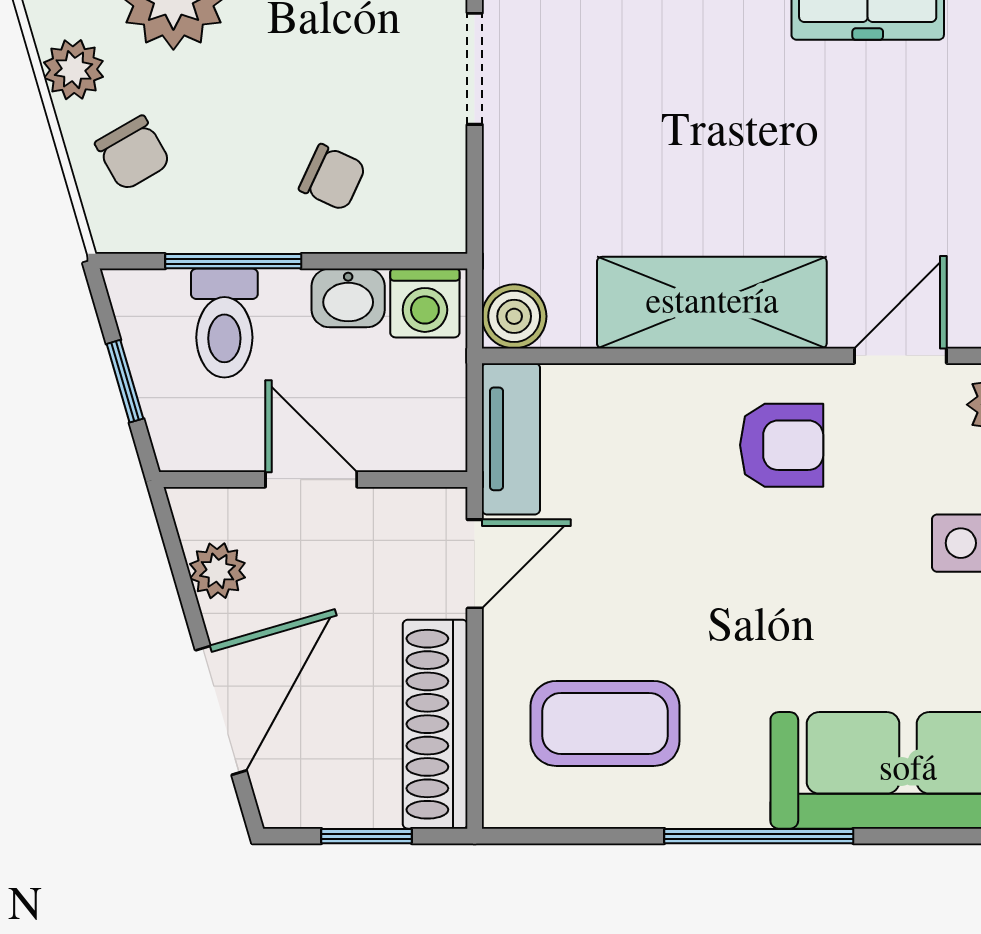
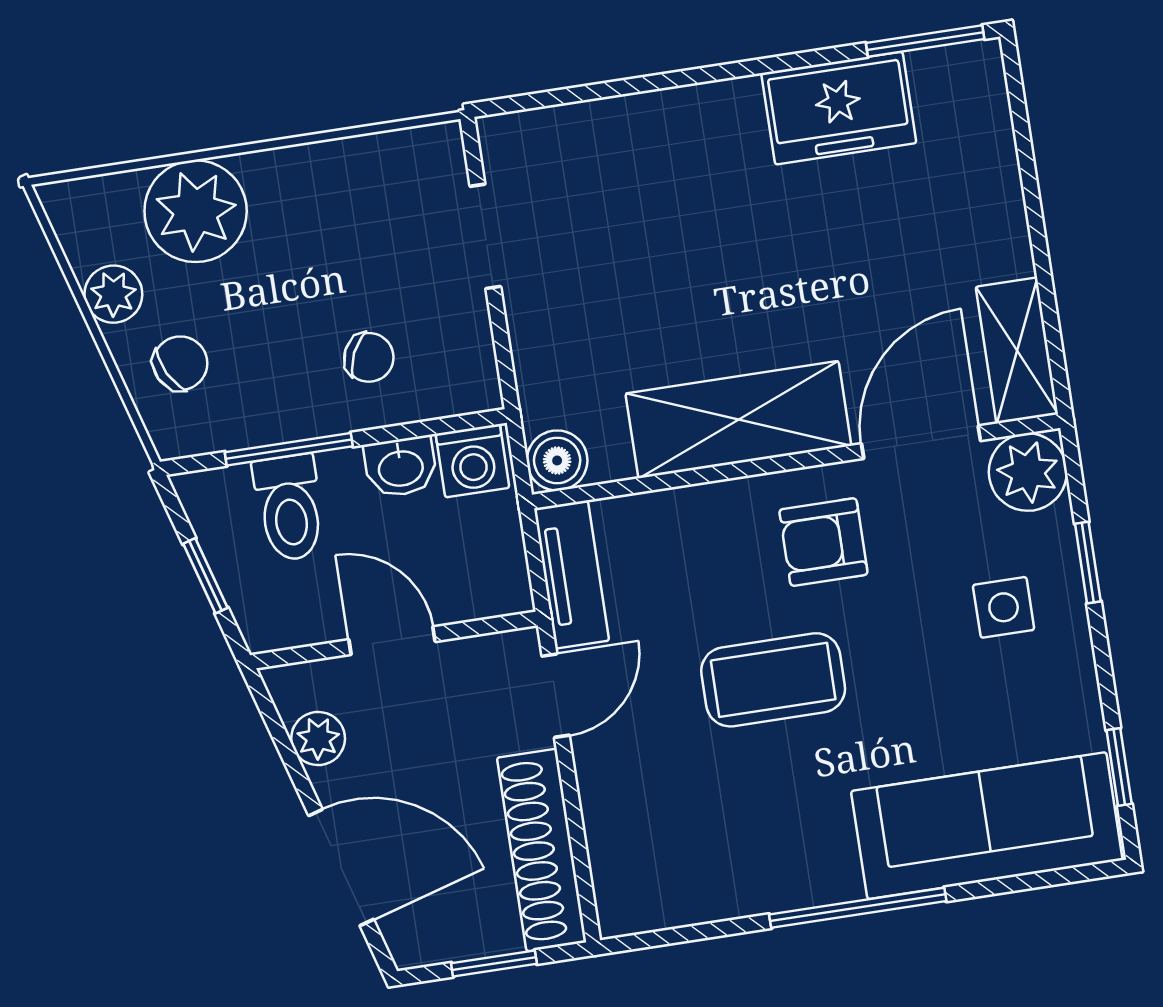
chair: (133, 153) -> (180, 363), turned -87
door: (900, 356) -> (921, 442), width x1.38
armchair: (782, 445) -> (823, 542), turned 180
door: (221, 710) -> (341, 867), hinge flipped
coffee table: (605, 723) -> (773, 680), moved

